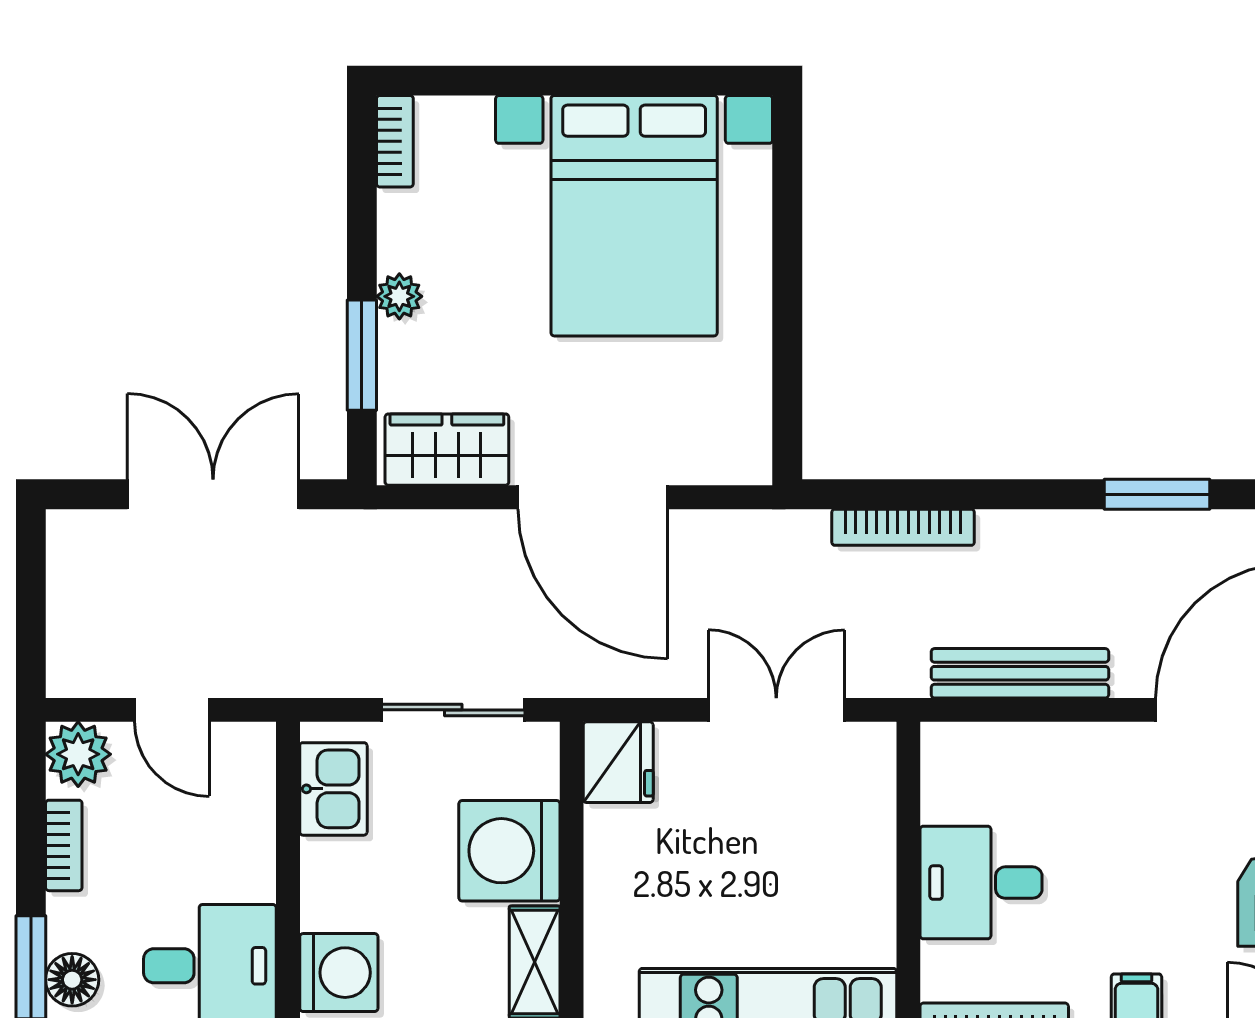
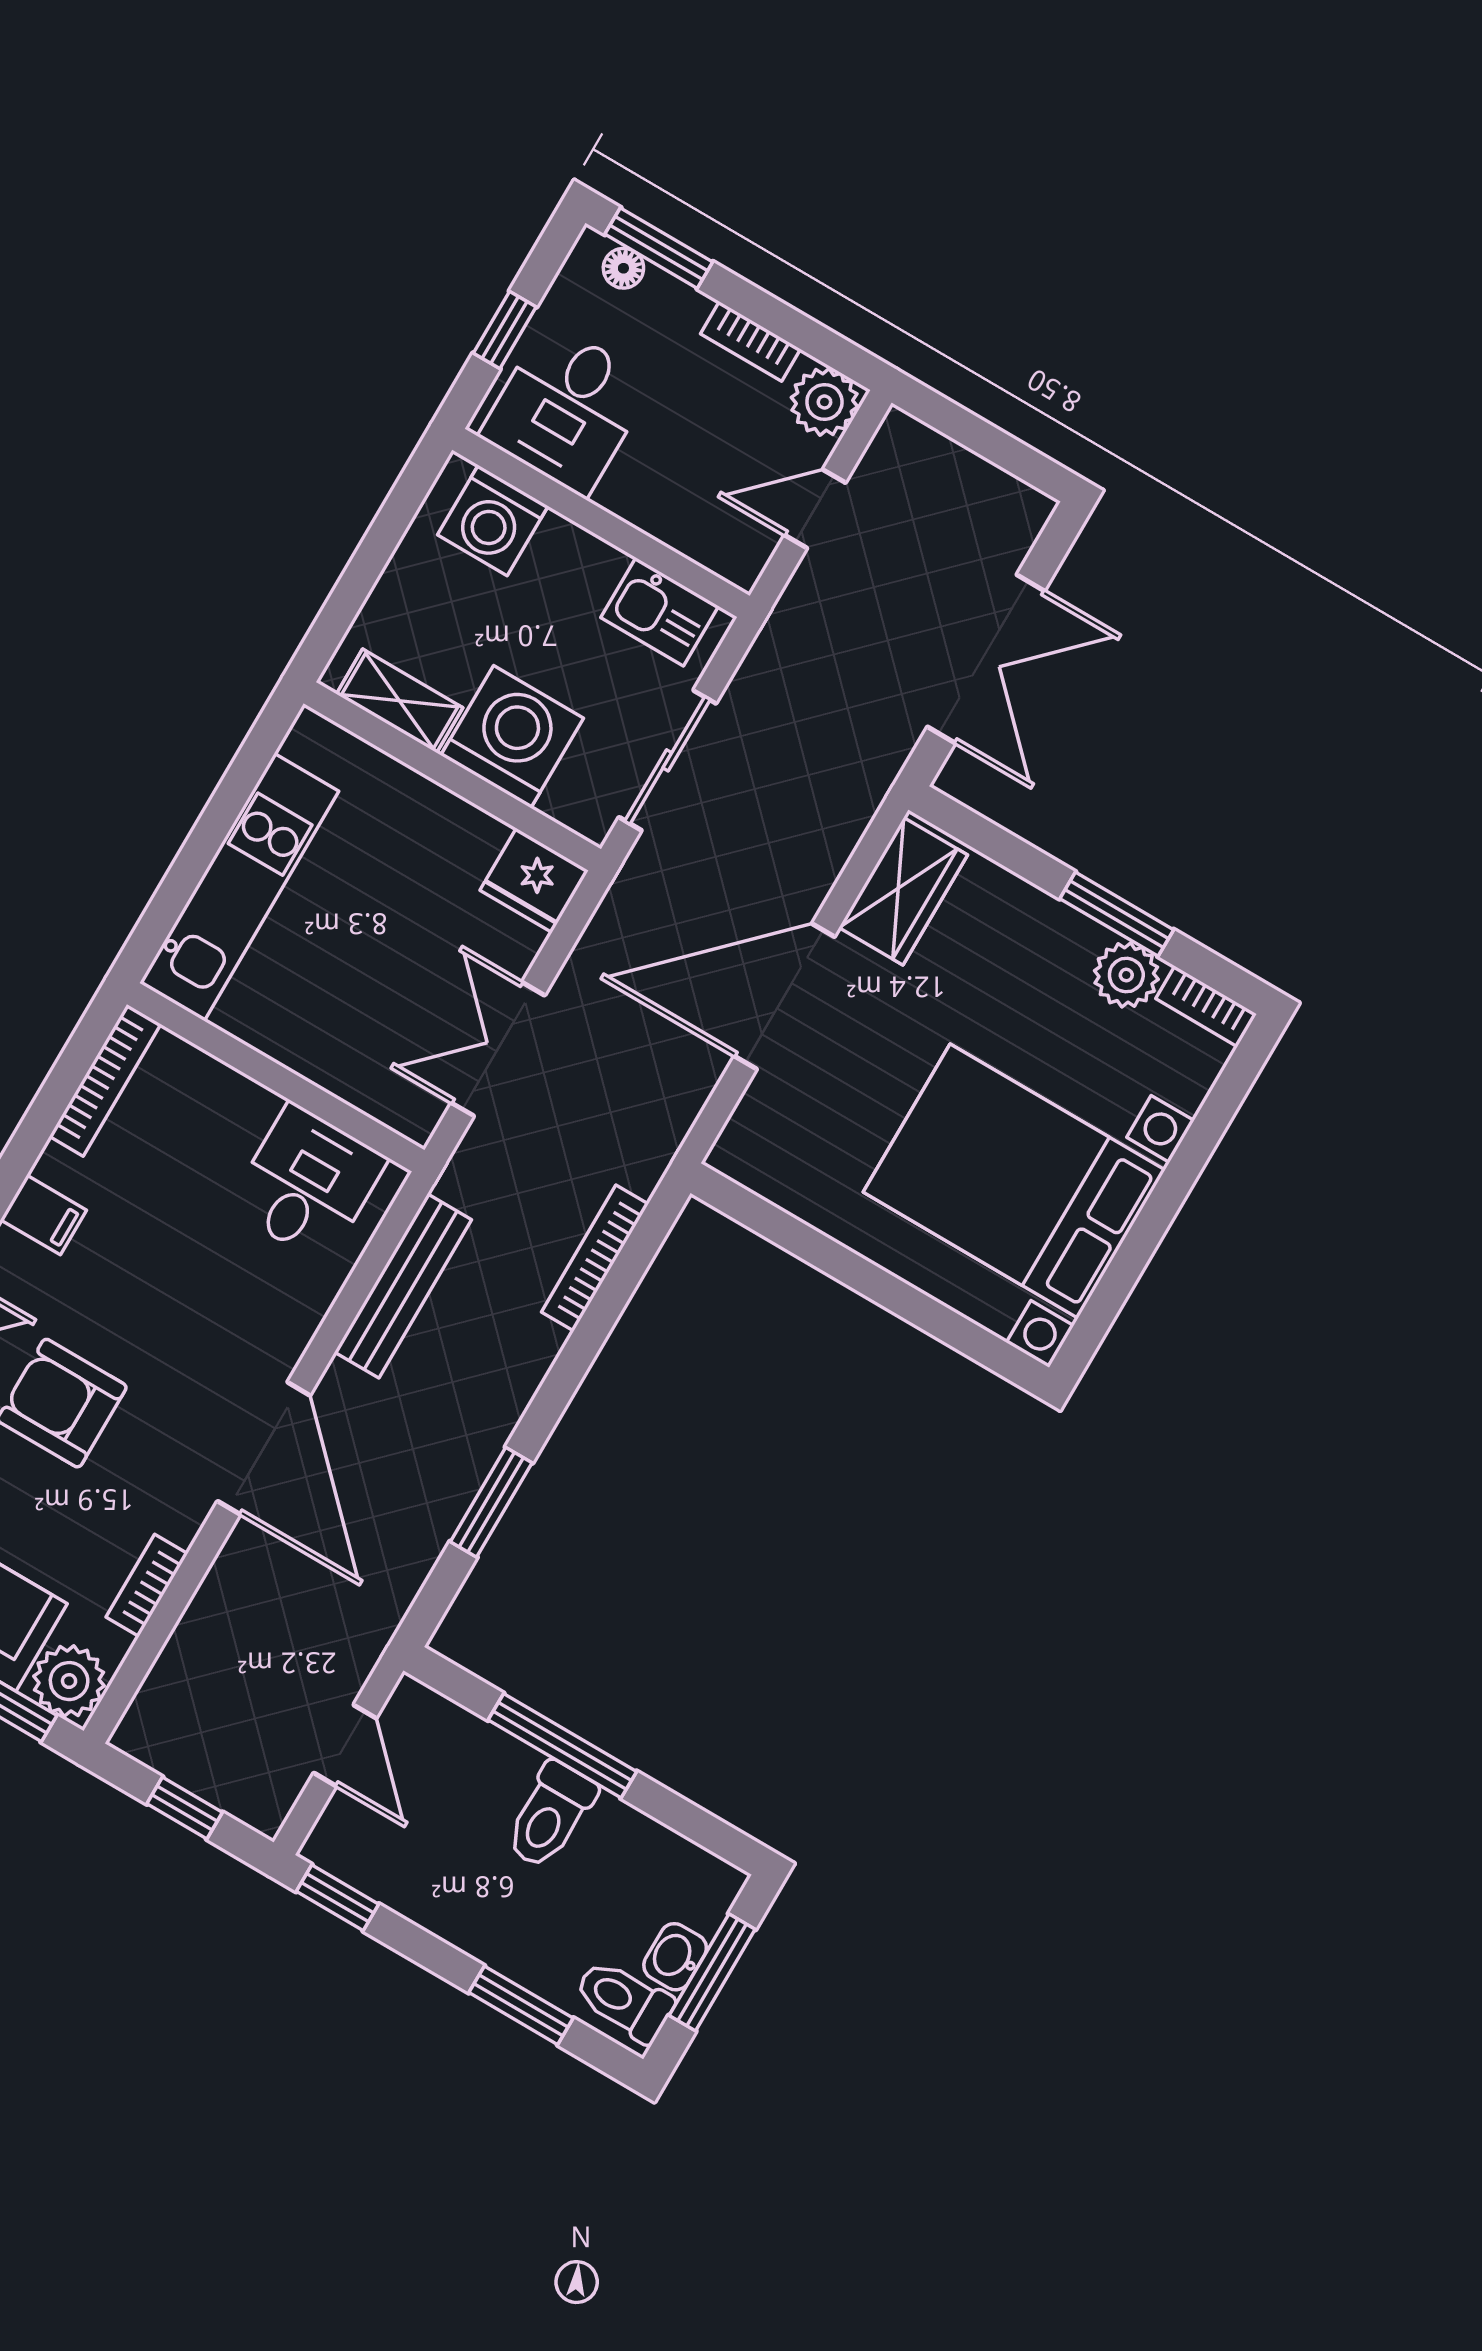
plant: (399, 296) -> (1126, 975), moved, width x1.38, depth x1.38
window: (362, 355) -> (1117, 914), moved
double door: (776, 710) -> (498, 1049), swing flipped
desk: (981, 883) -> (308, 1183), moved
floor lamp: (72, 980) -> (623, 268), width x0.73, depth x0.73

